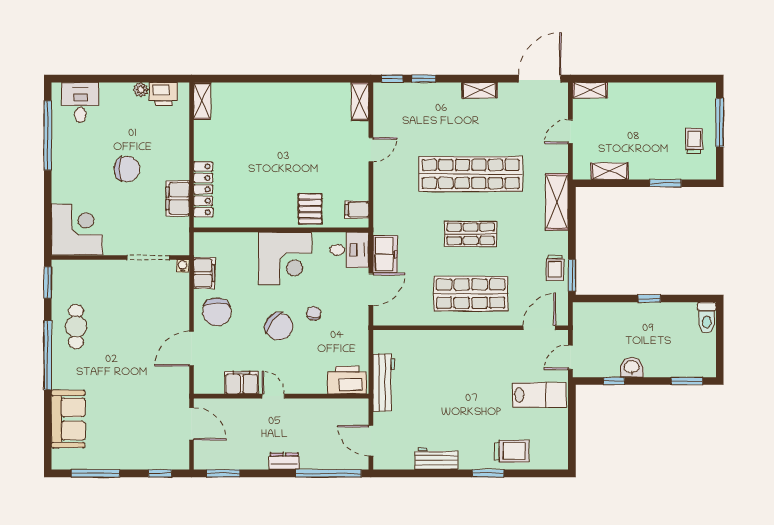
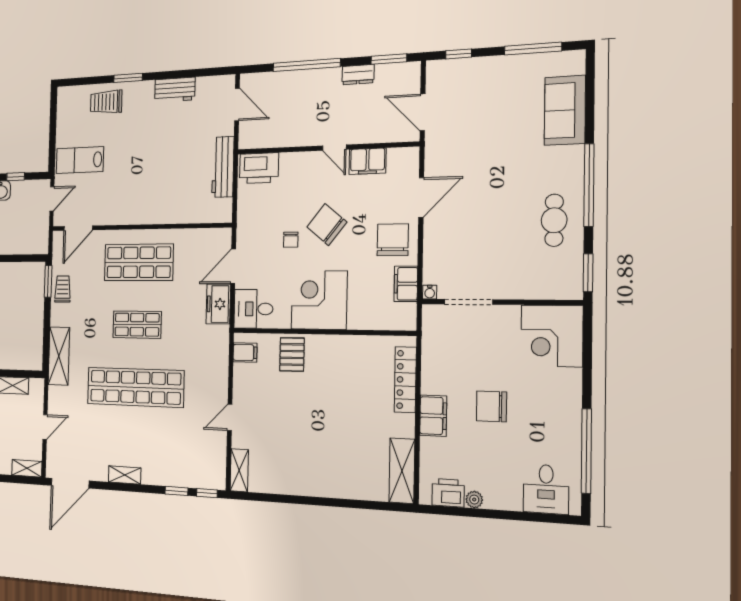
shelving: (202, 101) -> (402, 471), width x1.50, depth x1.33
filing cabinet: (178, 198) -> (433, 416), moved
dresser: (284, 461) -> (358, 75), moved
window: (328, 473) -> (306, 65), moved

